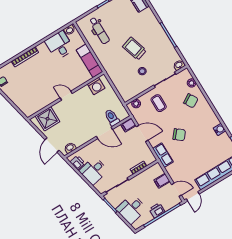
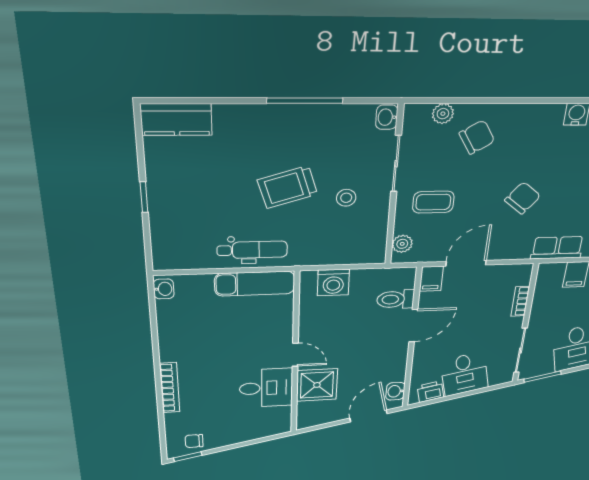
dental chair: (99, 31) -> (252, 250), moved
desk: (59, 45) -> (266, 388), moved, turned 180
washing machine: (96, 86) -> (333, 283), moved, turned 90
door: (66, 96) -> (295, 355), swing flipped
shower: (48, 119) -> (317, 385), moved
door: (52, 145) -> (368, 416), swing flipped
row of seats: (163, 155) -> (557, 248), moved

